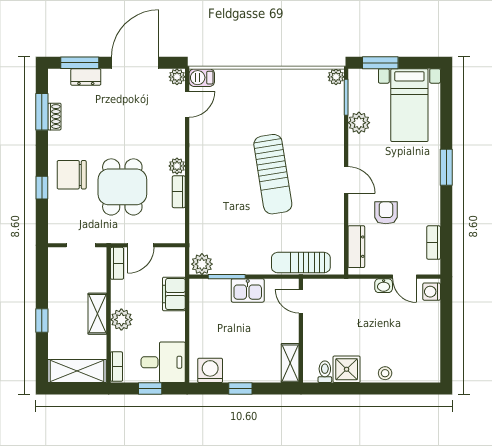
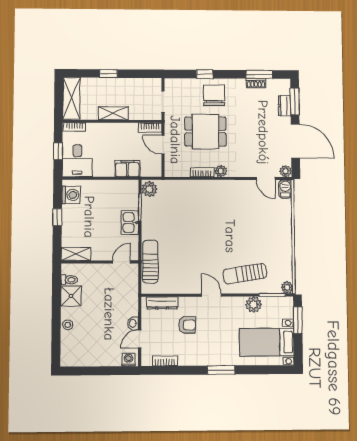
sun lounger: (273, 174) -> (245, 274), moved, width x0.73, depth x0.75
door: (346, 180) -> (211, 295), swing flipped
plant: (121, 320) -> (109, 131), removed

